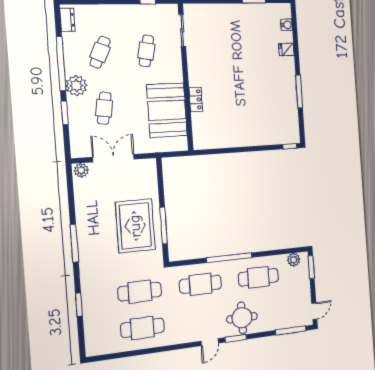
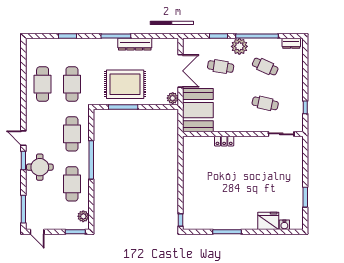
fridge: (286, 49) -> (268, 221), width x1.88, depth x1.34
booth: (167, 110) -> (198, 110), moved, turned 90
plant: (81, 170) -> (173, 98), moved
dresser: (83, 218) -> (135, 44), added

